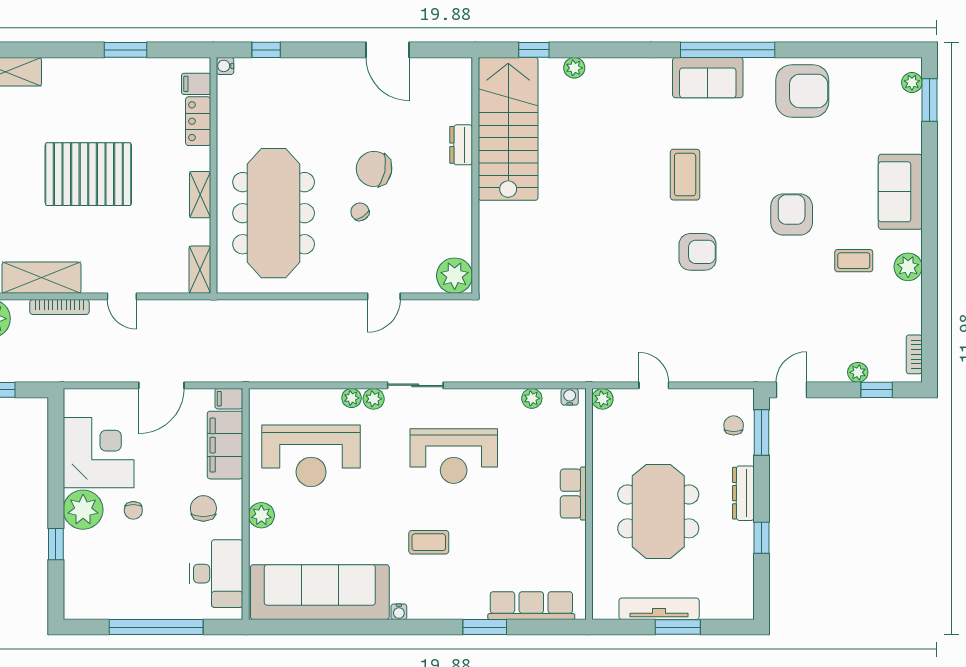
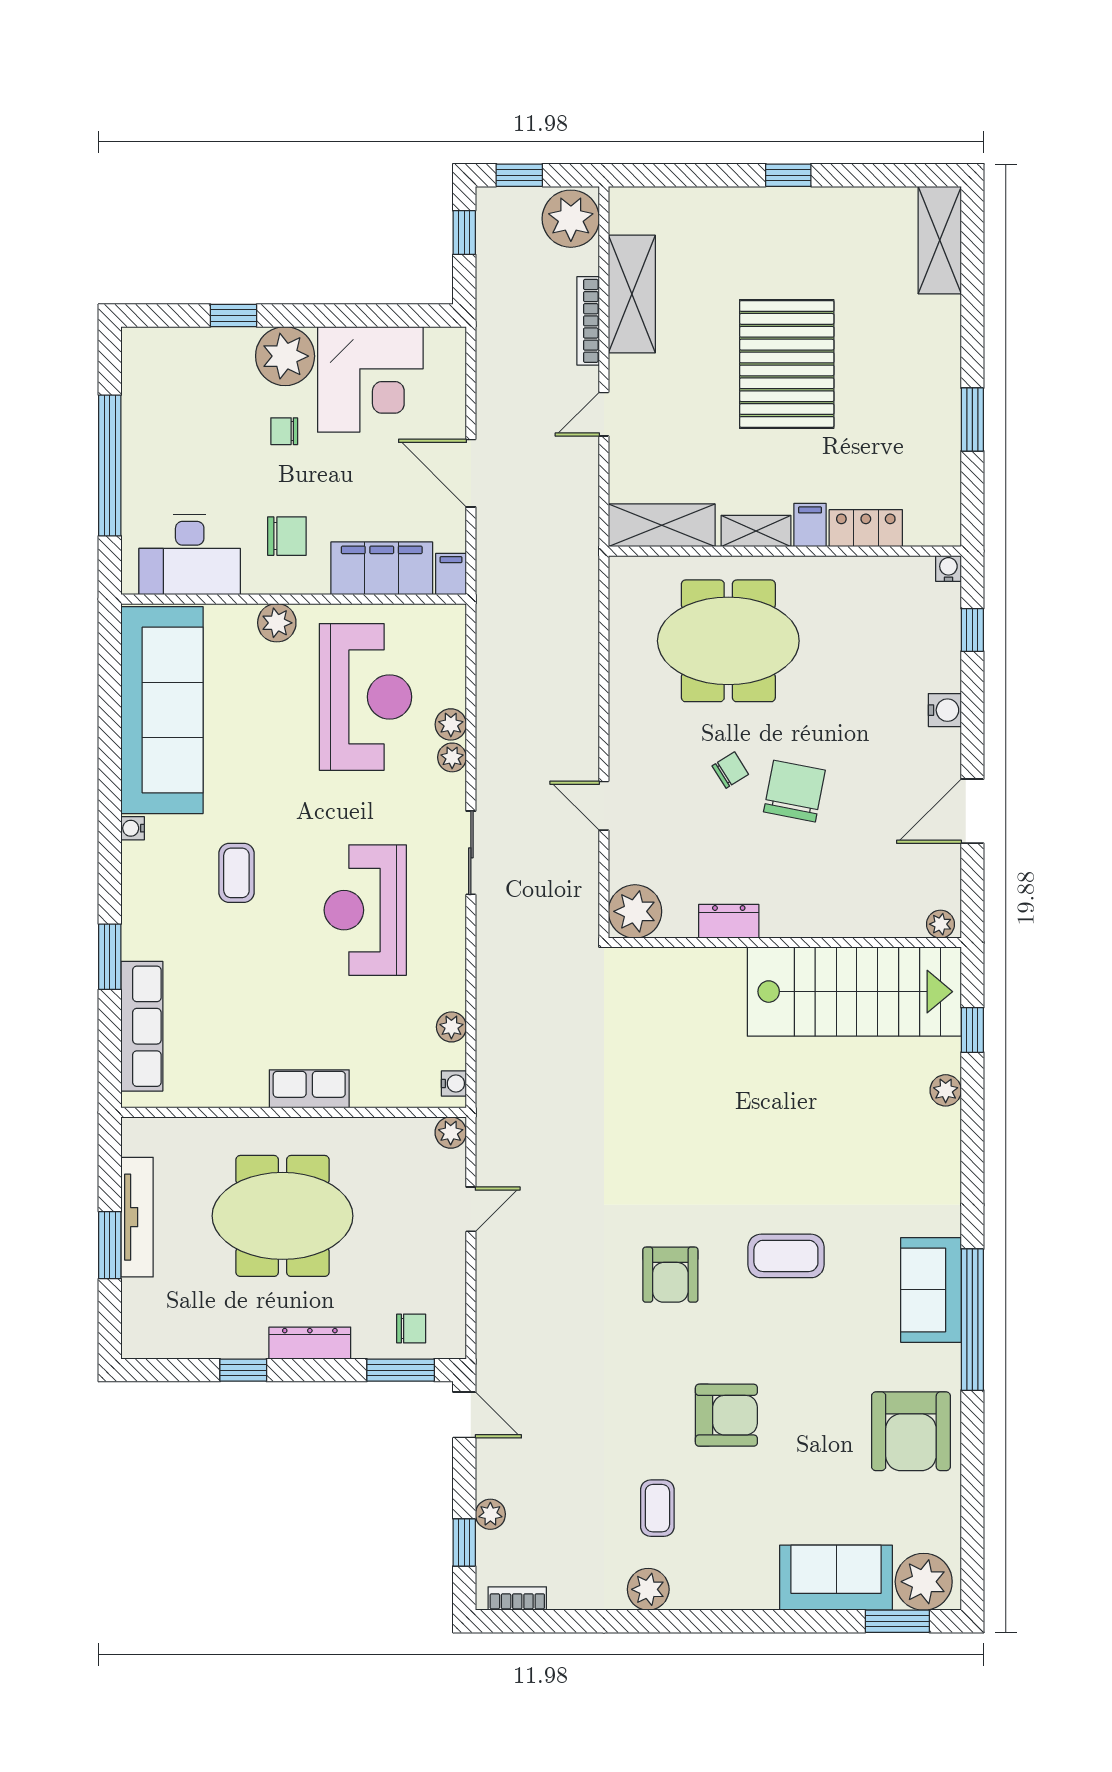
water cooler: (320, 68) -> (945, 710), added
plant: (463, 71) -> (940, 924), added
plant: (912, 82) -> (924, 1582), width x1.88, depth x1.88
filing cabinet: (196, 84) -> (810, 525), moved
dresser: (461, 145) -> (729, 921), moved
sofa: (900, 192) -> (836, 1578), moved
meeting table: (274, 213) -> (728, 641), width x0.73
shelving: (200, 270) -> (662, 525), width x1.50, depth x1.33
plant: (374, 399) -> (451, 724), moved
reception desk: (311, 456) -> (366, 697), turned 180

